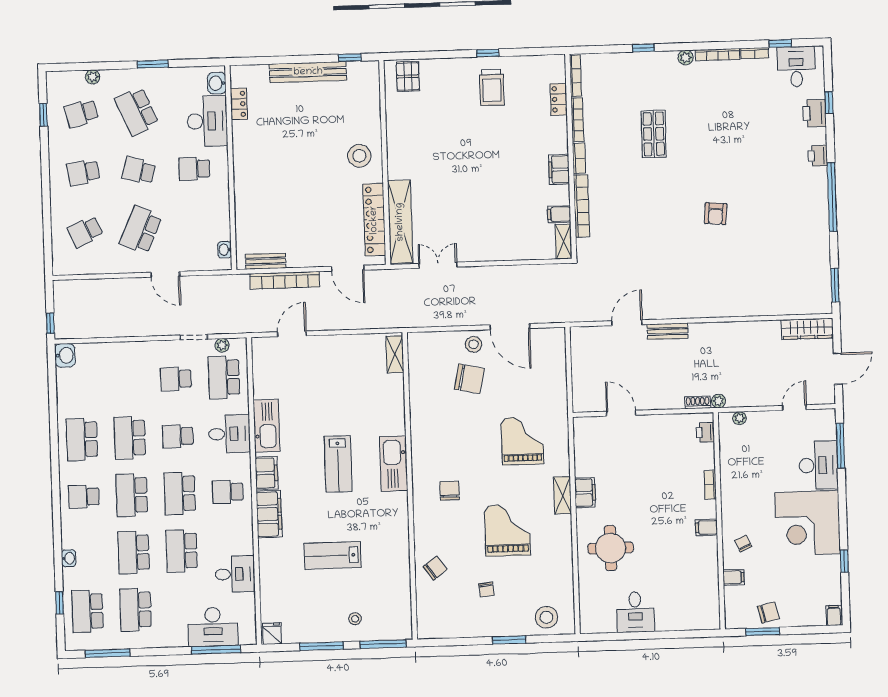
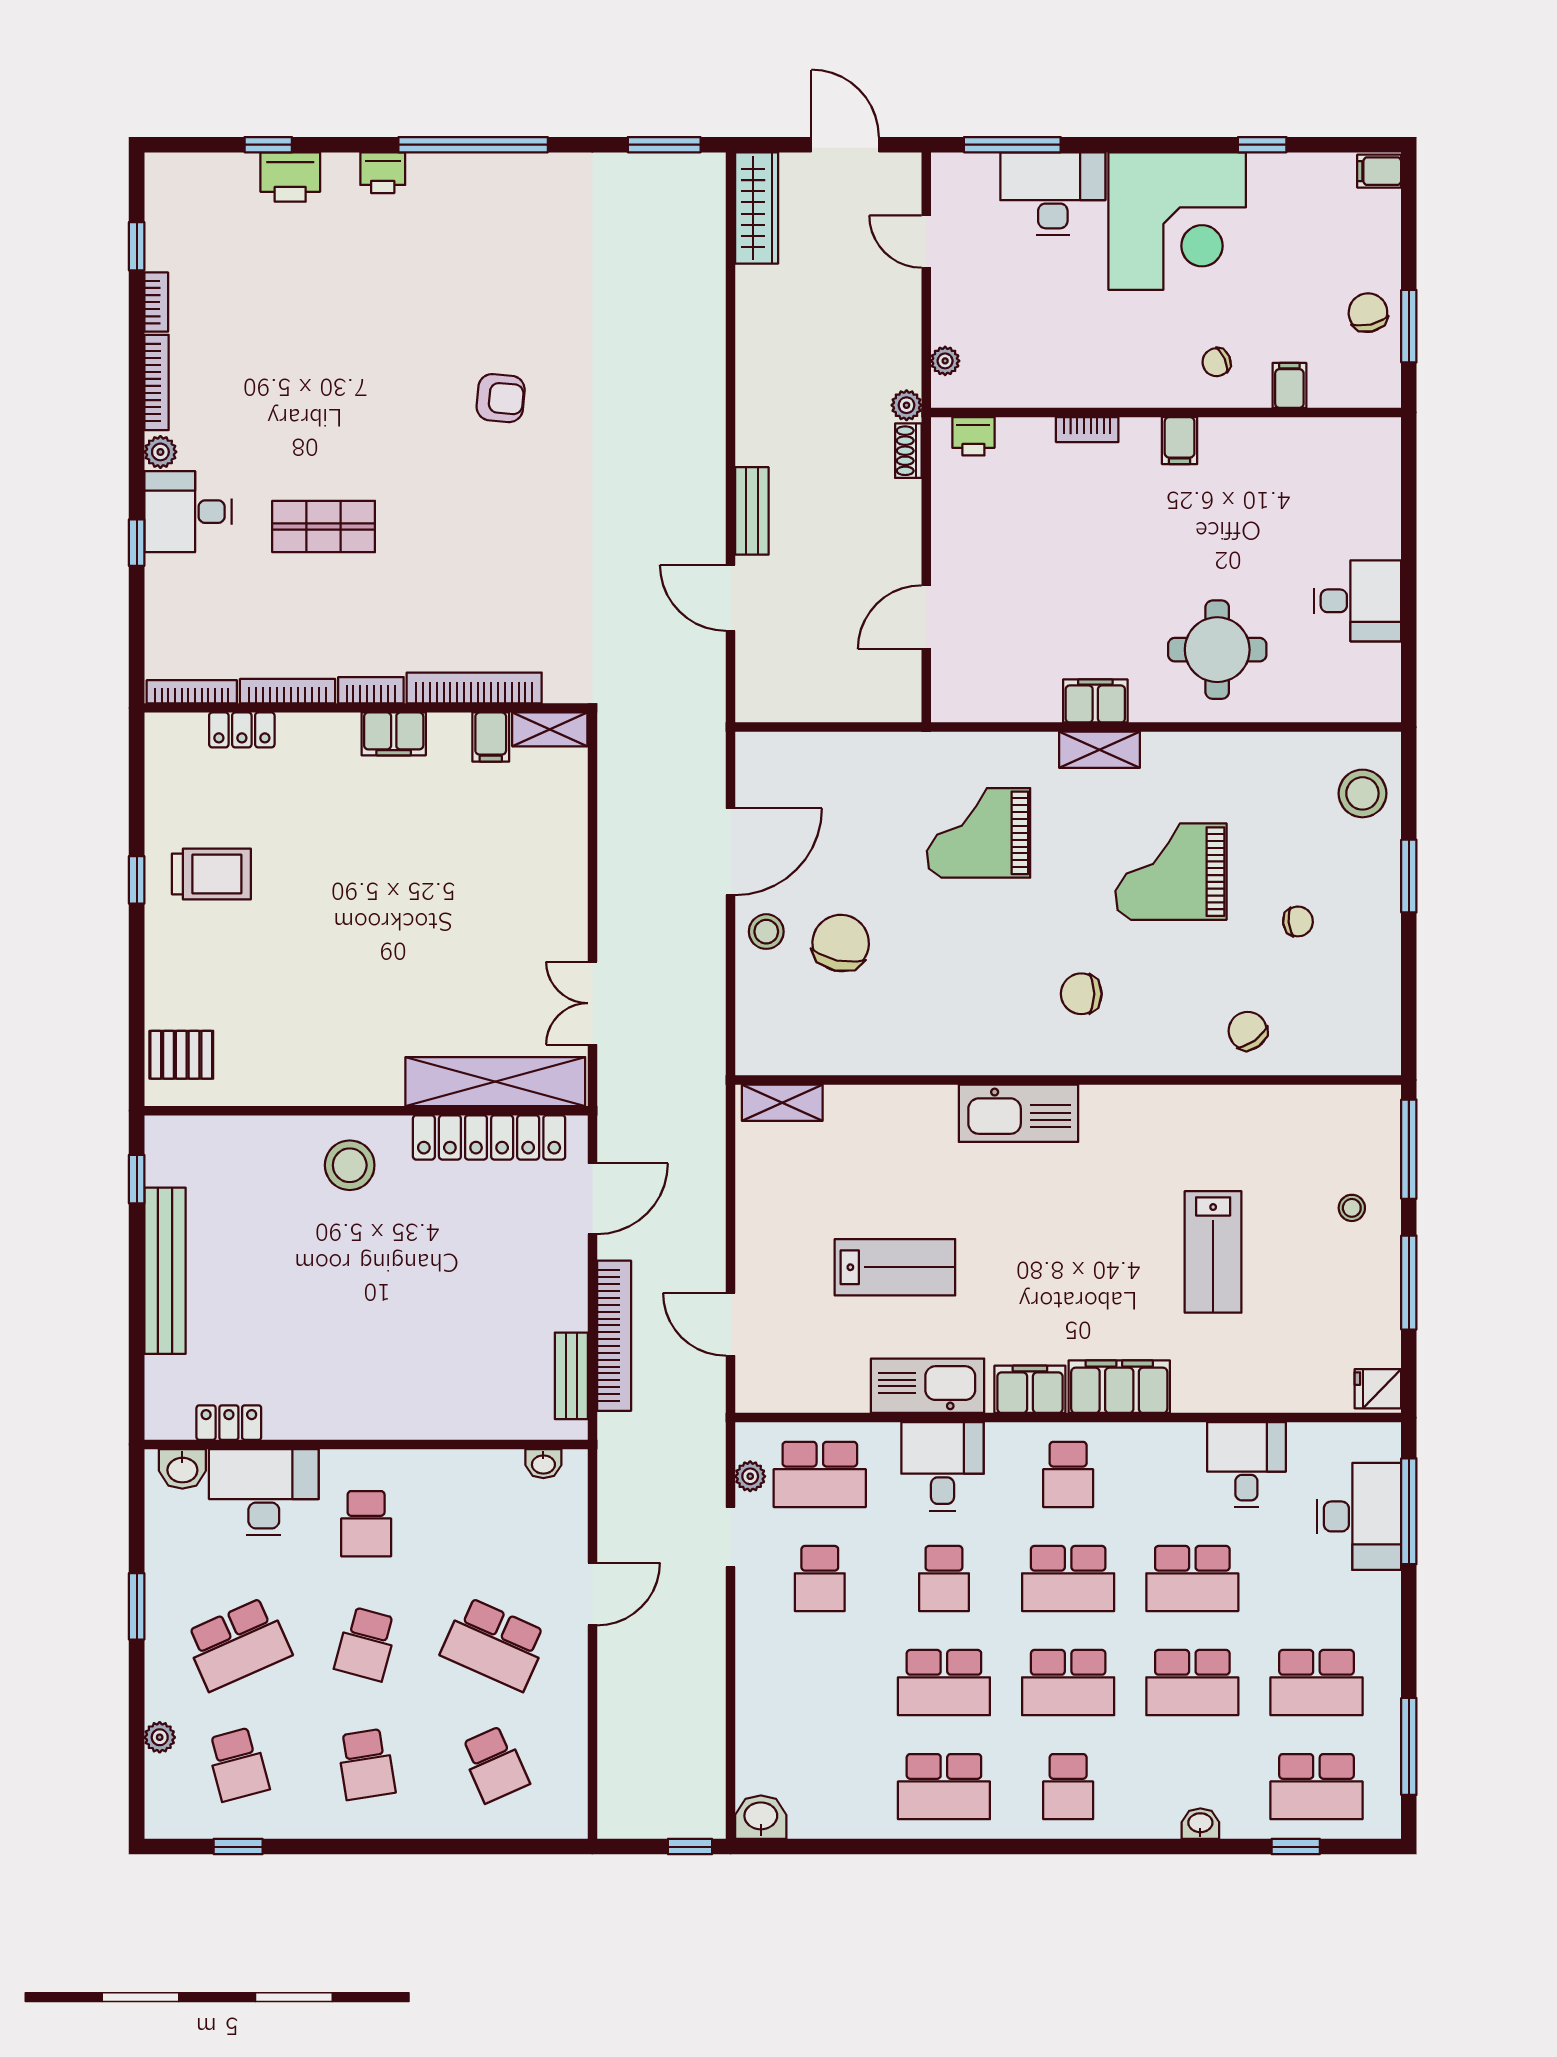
desk: (796, 67) -> (188, 512), moved
lab bench: (338, 464) -> (895, 1267), moved

